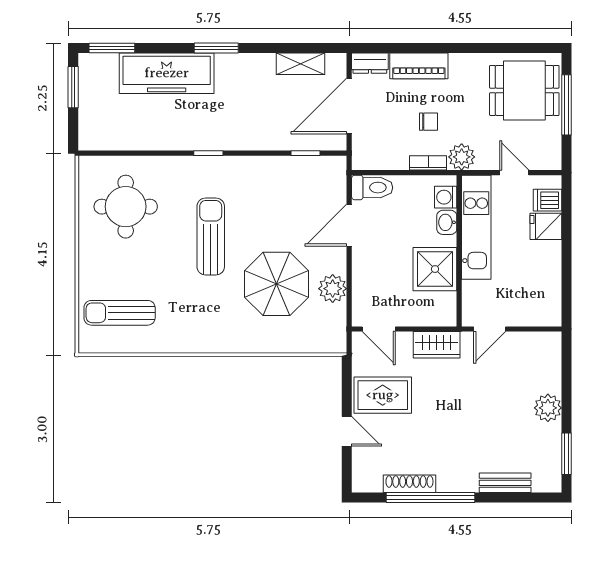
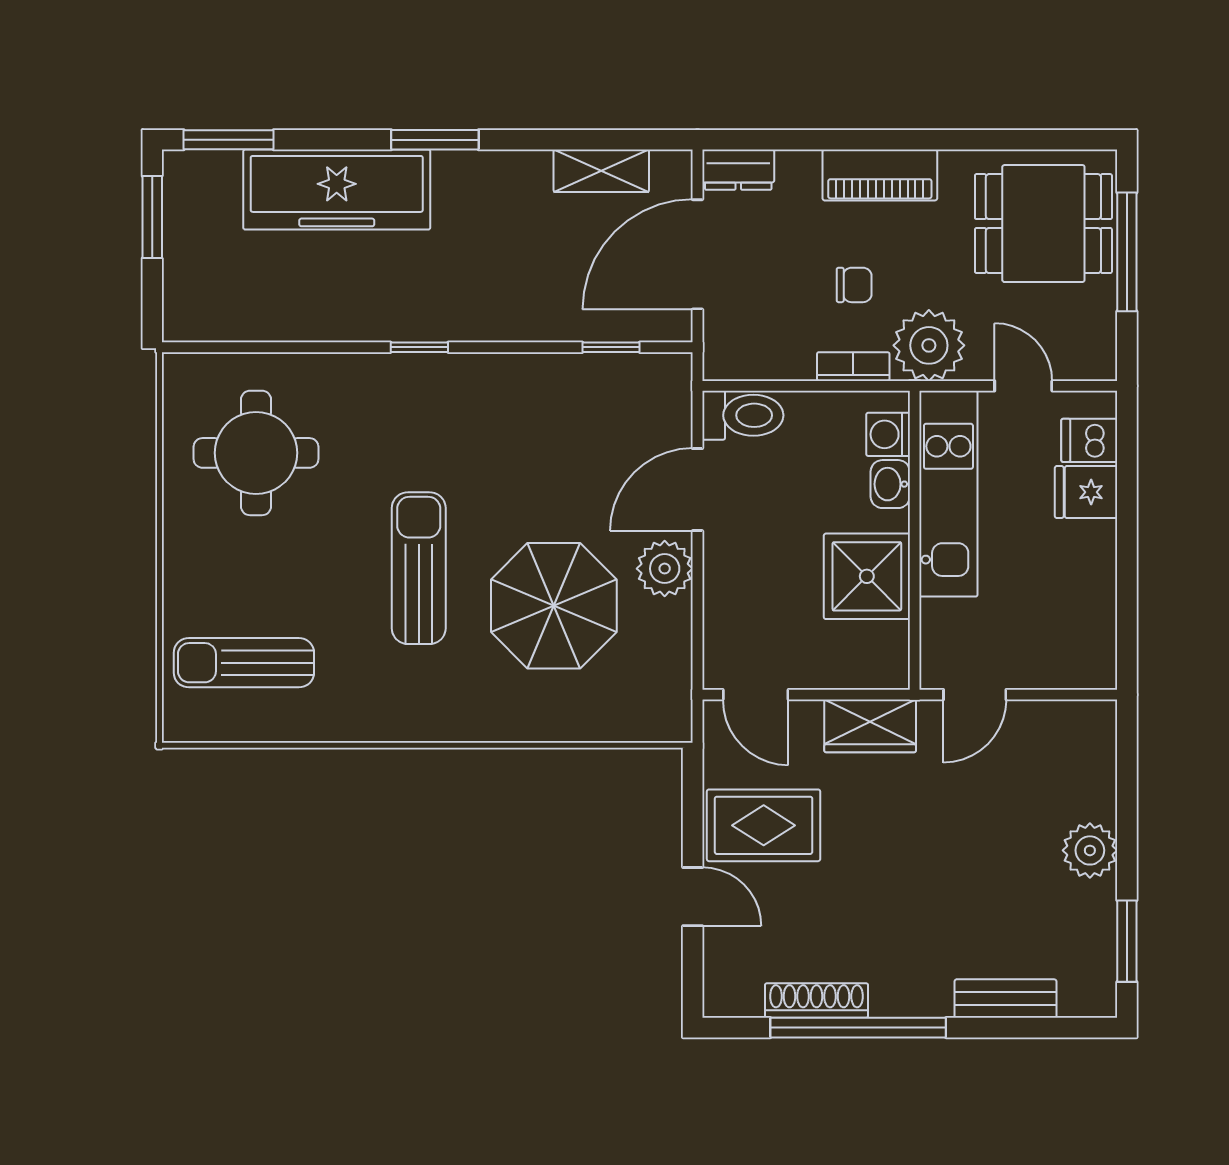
piano: (419, 66) -> (880, 175), moved
plant: (462, 157) -> (929, 345), width x1.36, depth x1.36
sun lounger: (211, 237) -> (419, 568), moved
plant: (333, 289) -> (665, 569), moved

